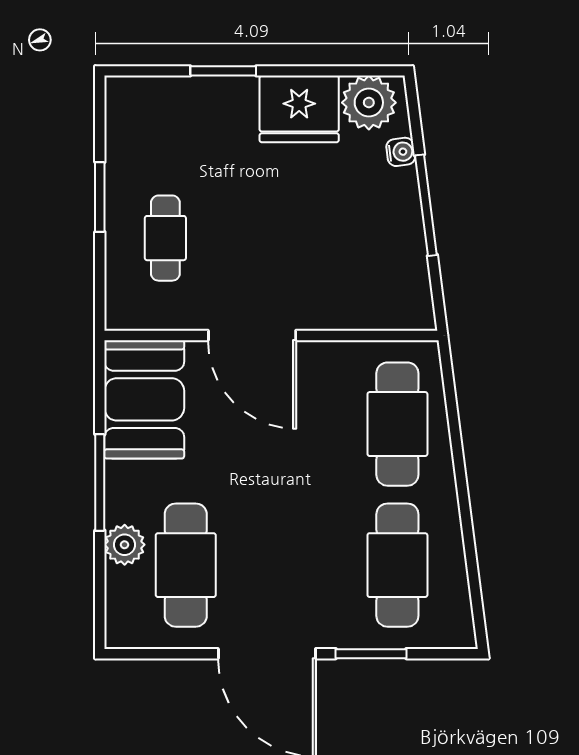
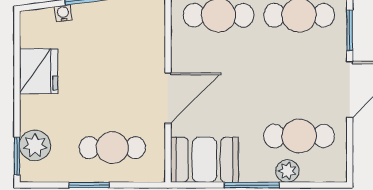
window: (223, 71) -> (17, 156), moved
plant: (369, 103) -> (35, 145), moved
cafe table: (165, 238) -> (112, 148), width x1.37, depth x1.35

